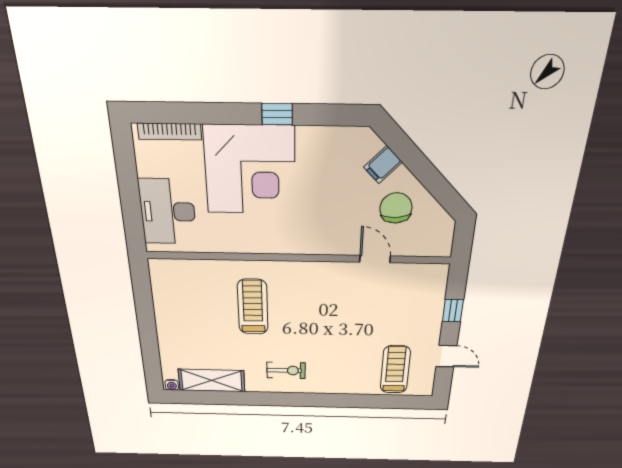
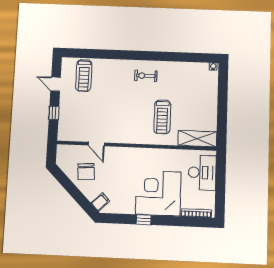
filing cabinet: (383, 165) -> (100, 202), moved
shelving: (212, 381) -> (197, 139), moved

